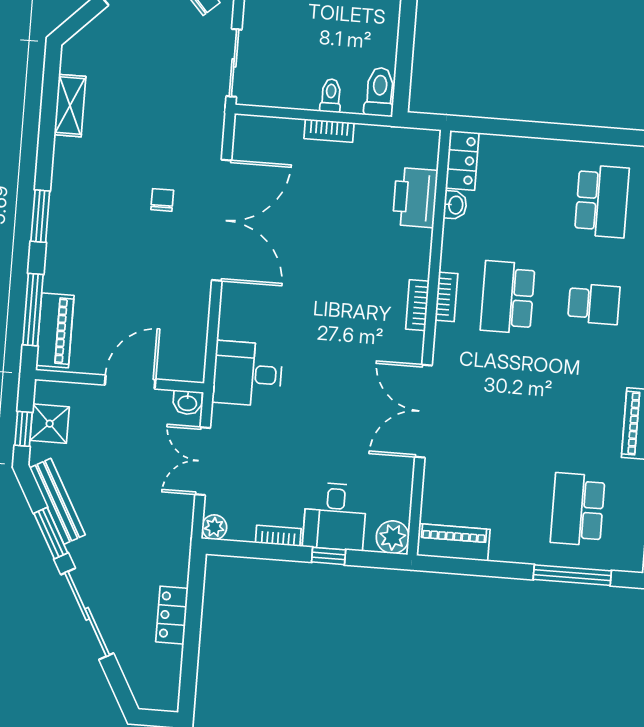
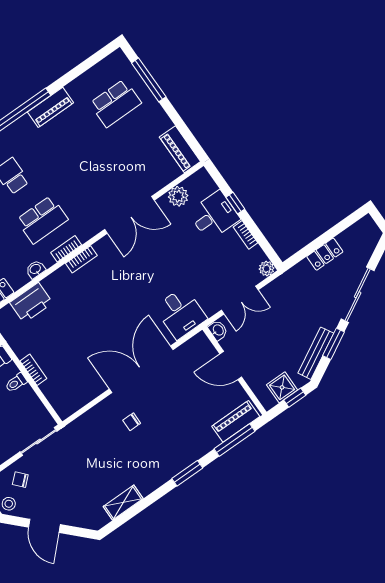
washbasin: (455, 205) -> (35, 269), moved
double door: (222, 220) -> (141, 369), moved
plant: (393, 537) -> (178, 196), moved

